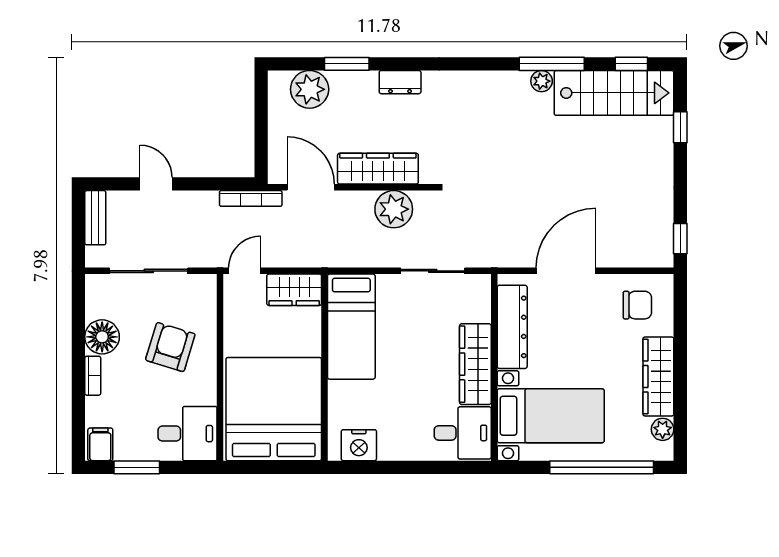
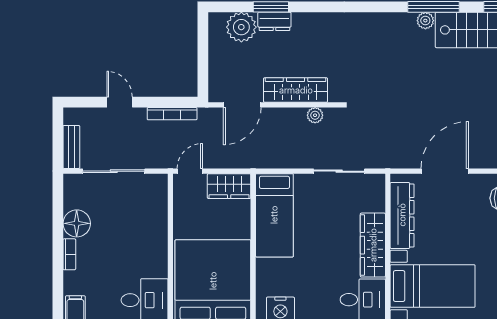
dresser: (400, 82) -> (274, 21), moved
door: (311, 187) -> (242, 105), swing flipped
bookcase: (251, 198) -> (172, 114), moved
plant: (394, 209) -> (315, 115), width x0.53, depth x0.53
bench: (95, 218) -> (71, 147), moved
armchair: (170, 347) -> (131, 232), removed

